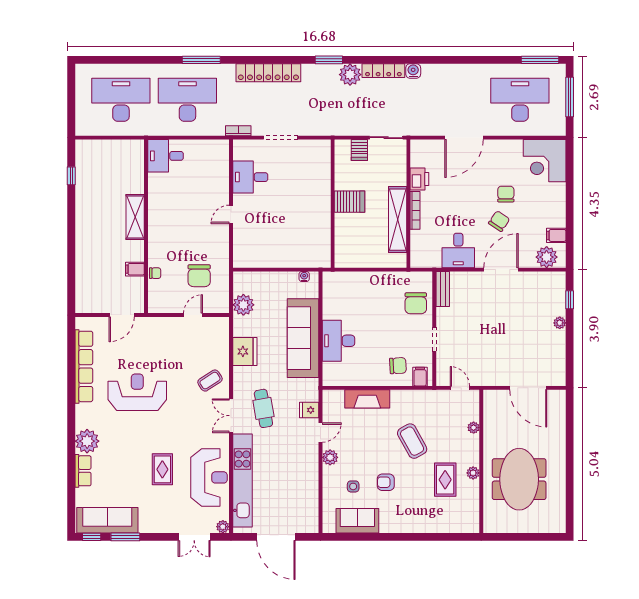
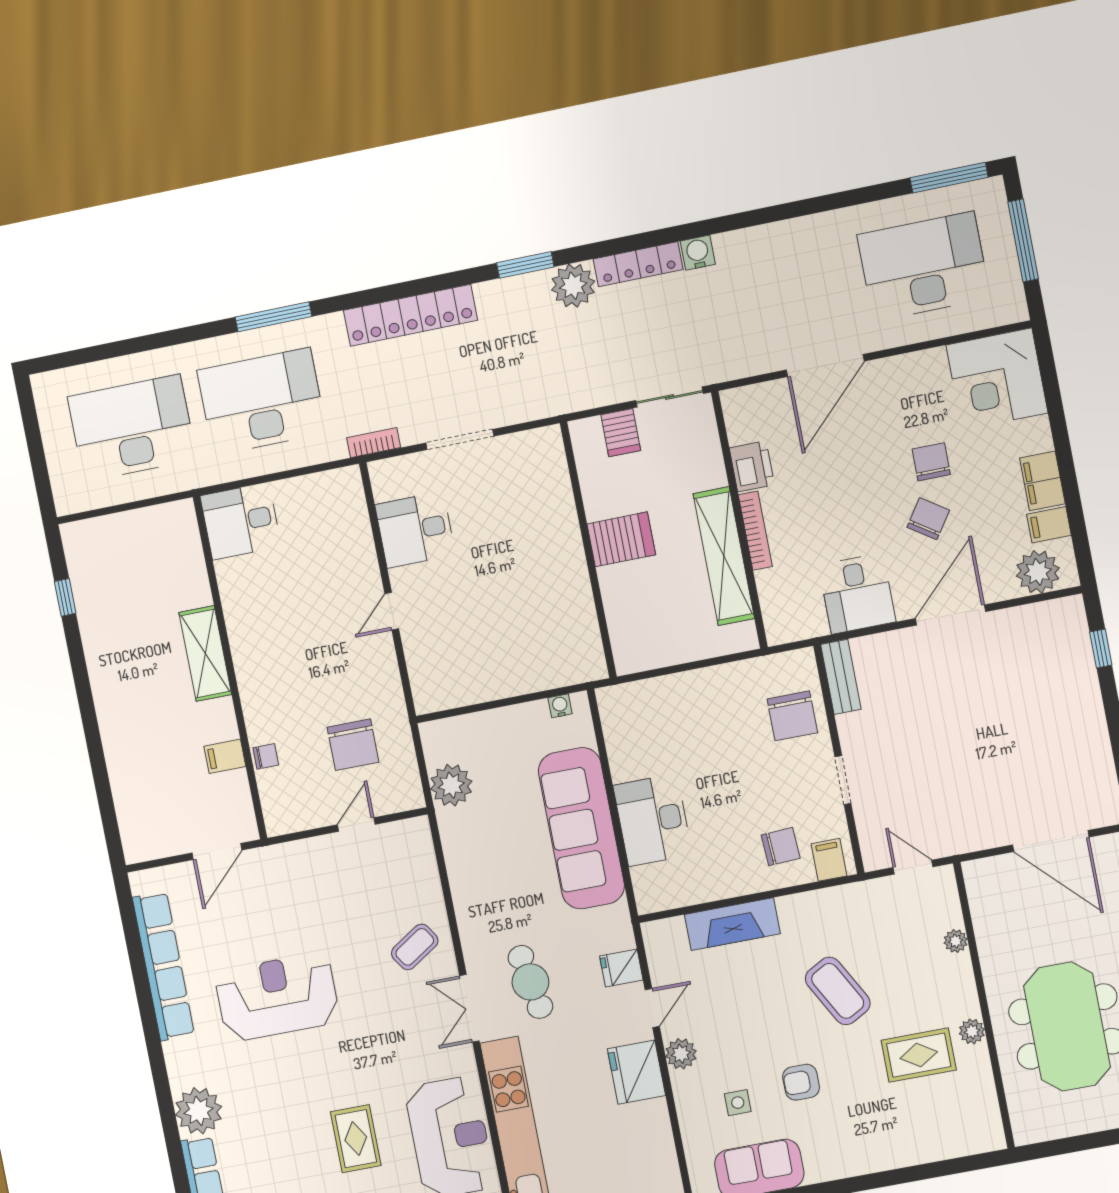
filing cabinet: (557, 214) -> (1042, 481), added
plant: (560, 323) -> (1090, 699), removed
fridge: (245, 351) -> (636, 1072), moved, turned 180
rug: (445, 480) -> (919, 1055), turned 90

